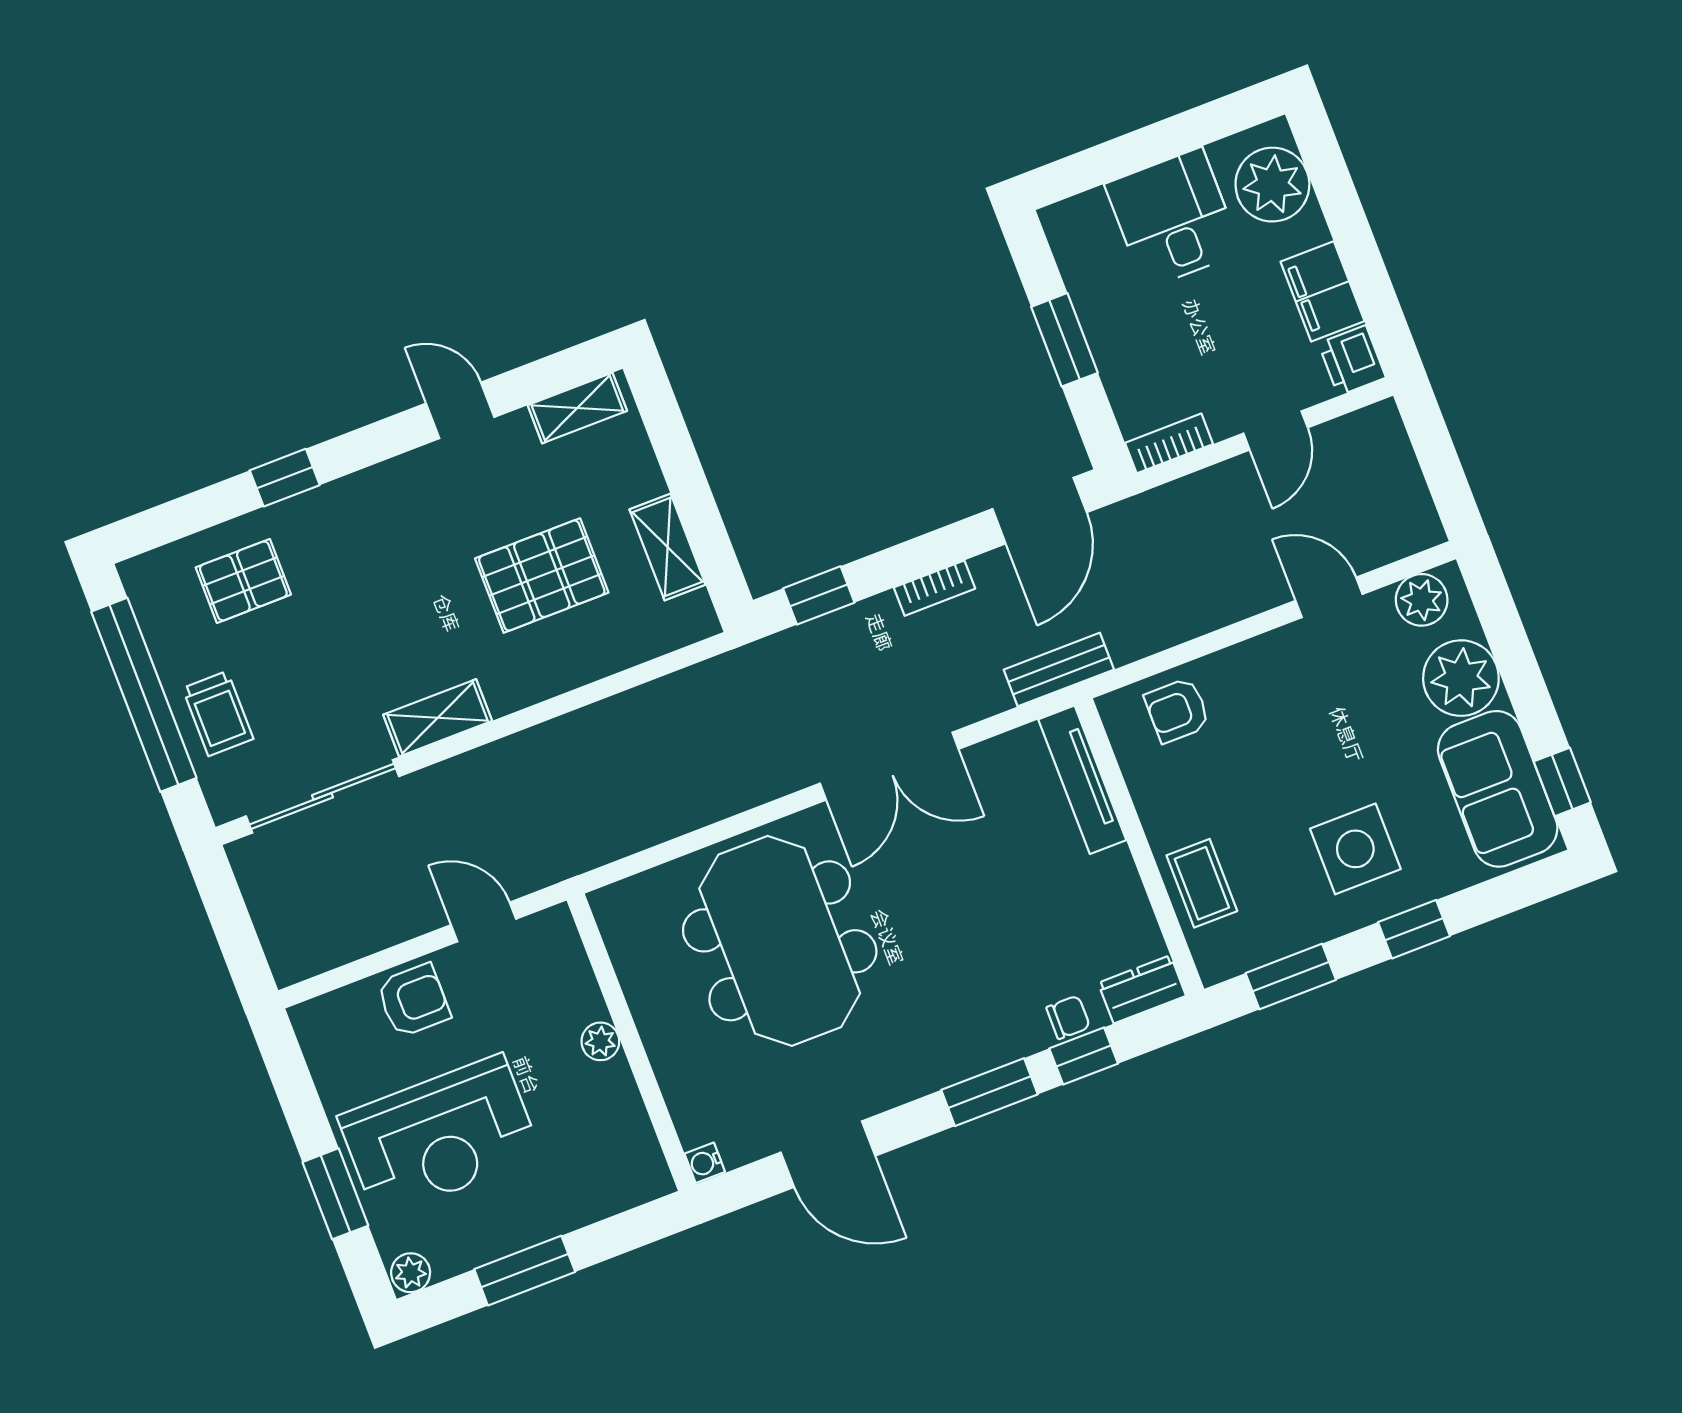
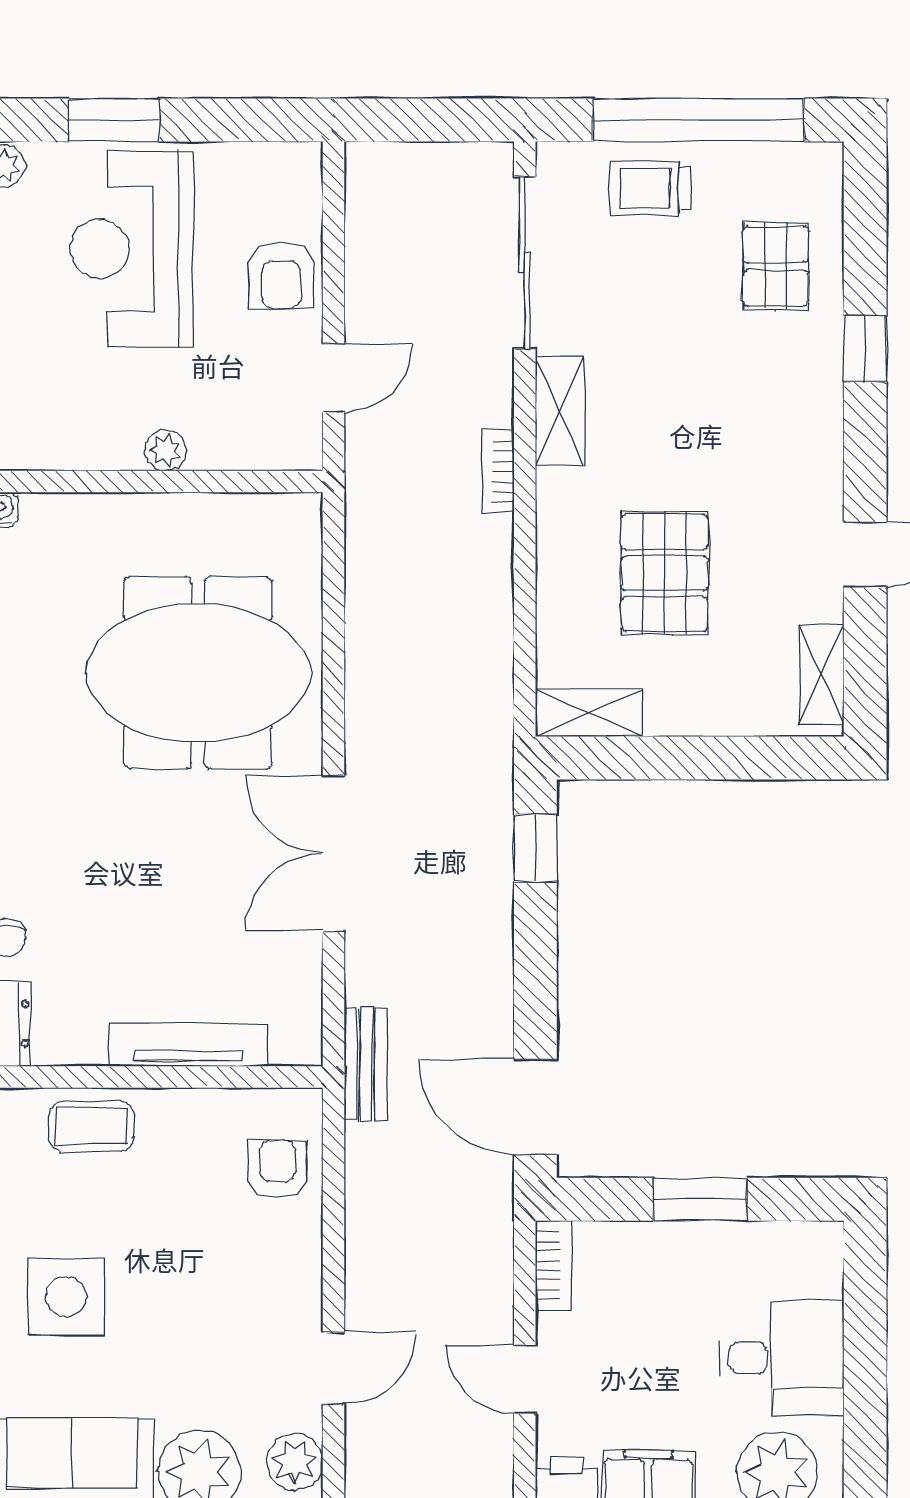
shelving: (668, 547) -> (589, 713), moved
bookcase: (934, 588) -> (498, 472), moved
tv unit: (1082, 780) -> (188, 1045), moved

